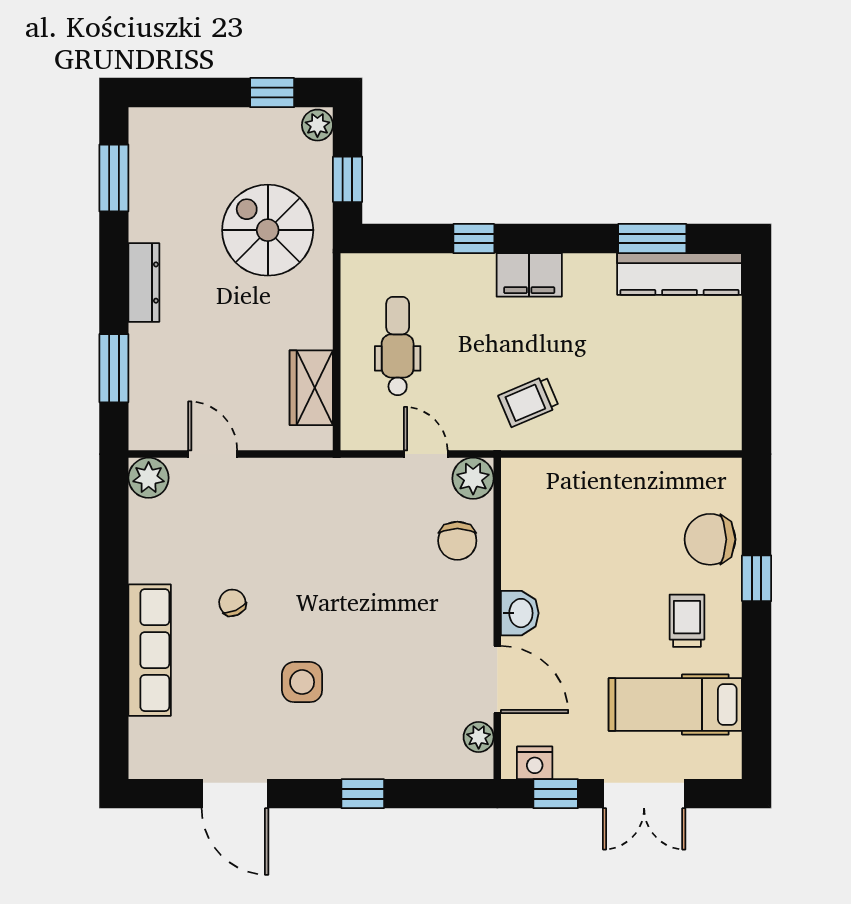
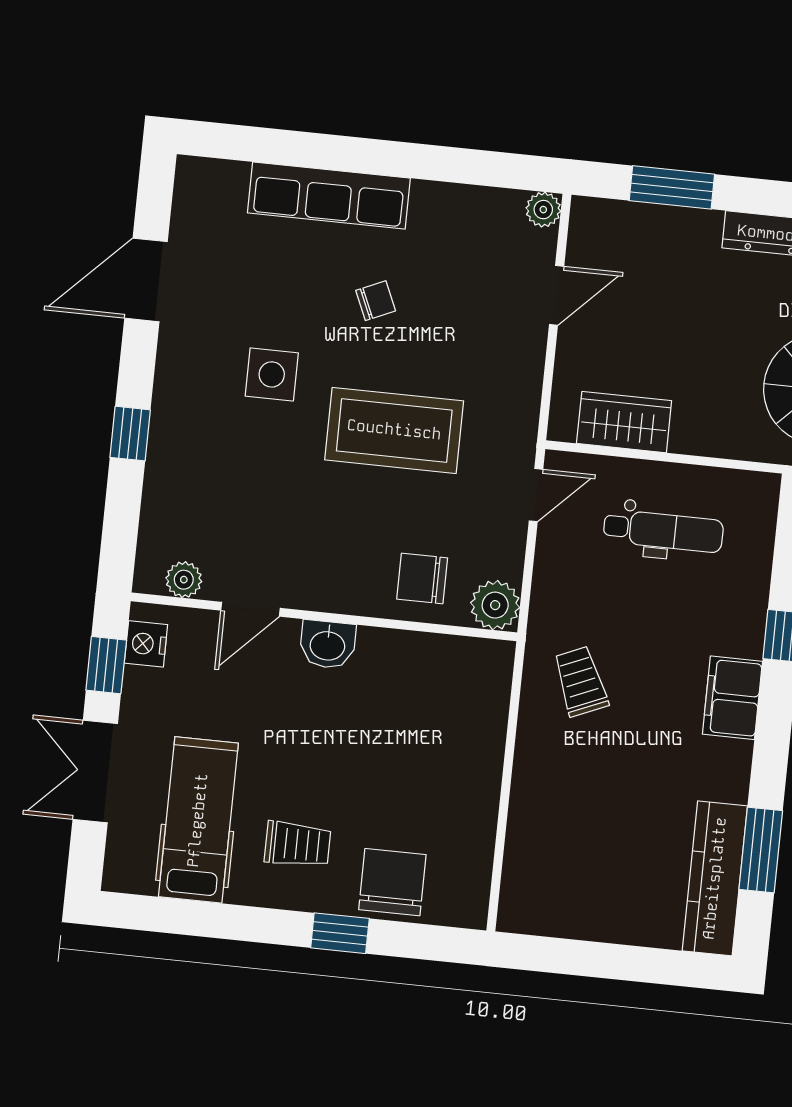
door: (426, 454) -> (536, 495), moved
plant: (149, 478) -> (543, 210), width x0.73, depth x0.73
coffee table: (338, 576) -> (394, 430), added
door: (497, 680) -> (250, 609), width x0.73

